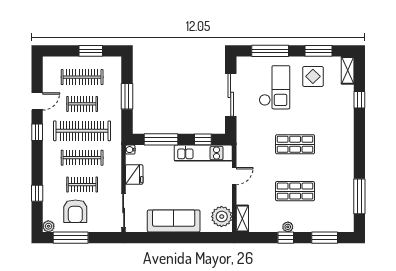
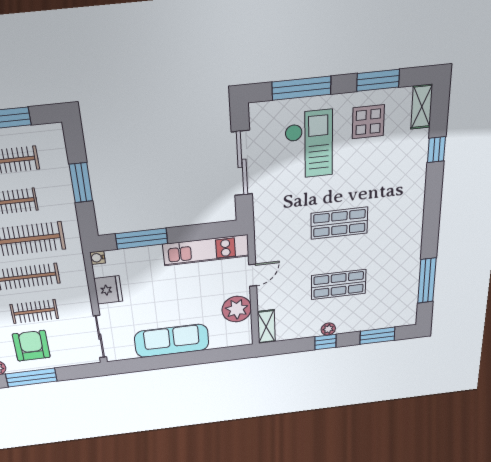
window: (203, 139) -> (204, 232), removed
armchair: (75, 211) -> (31, 346), turned 180
plant: (222, 217) -> (237, 309), moved

